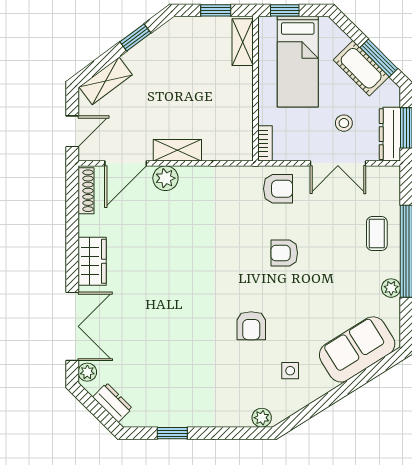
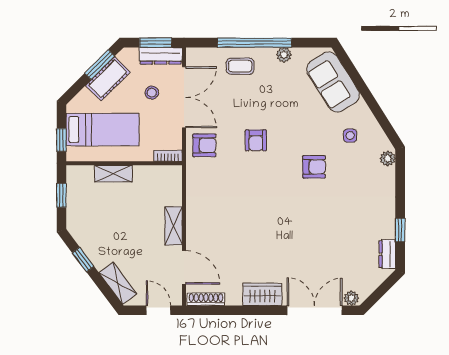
shelving: (243, 42) -> (113, 174), moved
double door: (338, 163) -> (184, 97), width x1.37
plant: (165, 178) -> (196, 235), removed
armchair: (278, 189) -> (204, 145), turned 90
dresser: (112, 403) -> (387, 254), moved, turned -45

